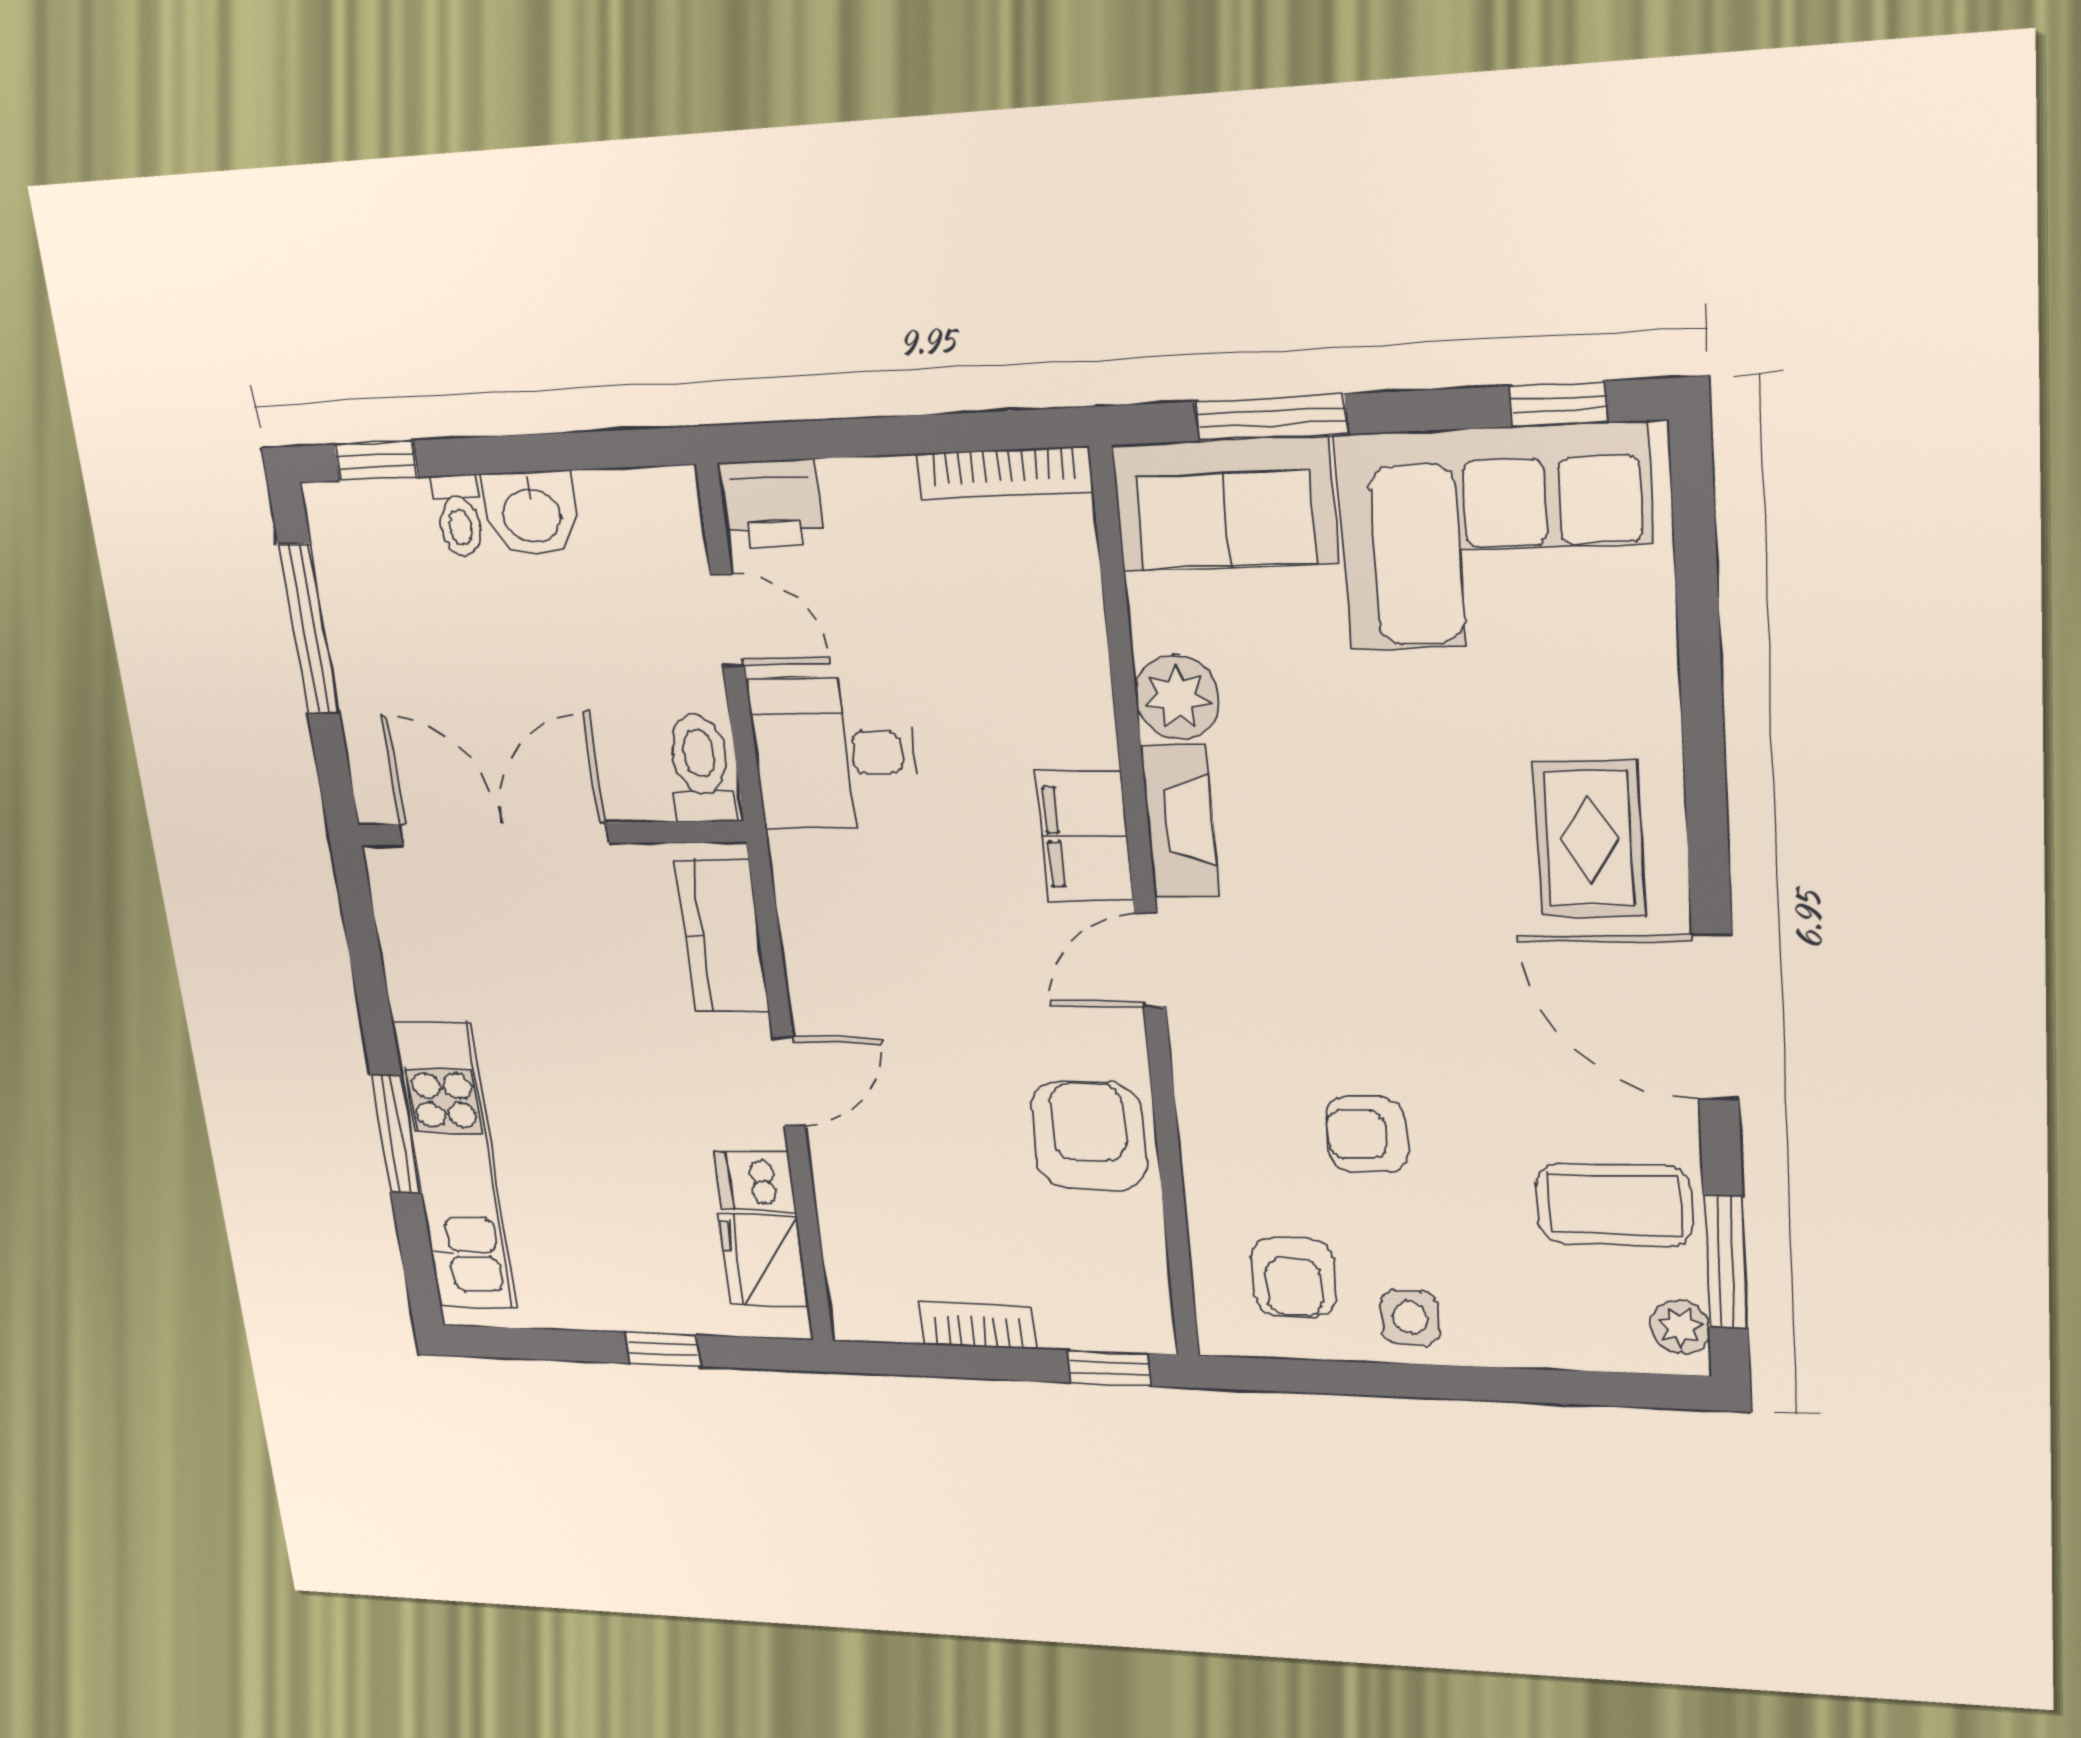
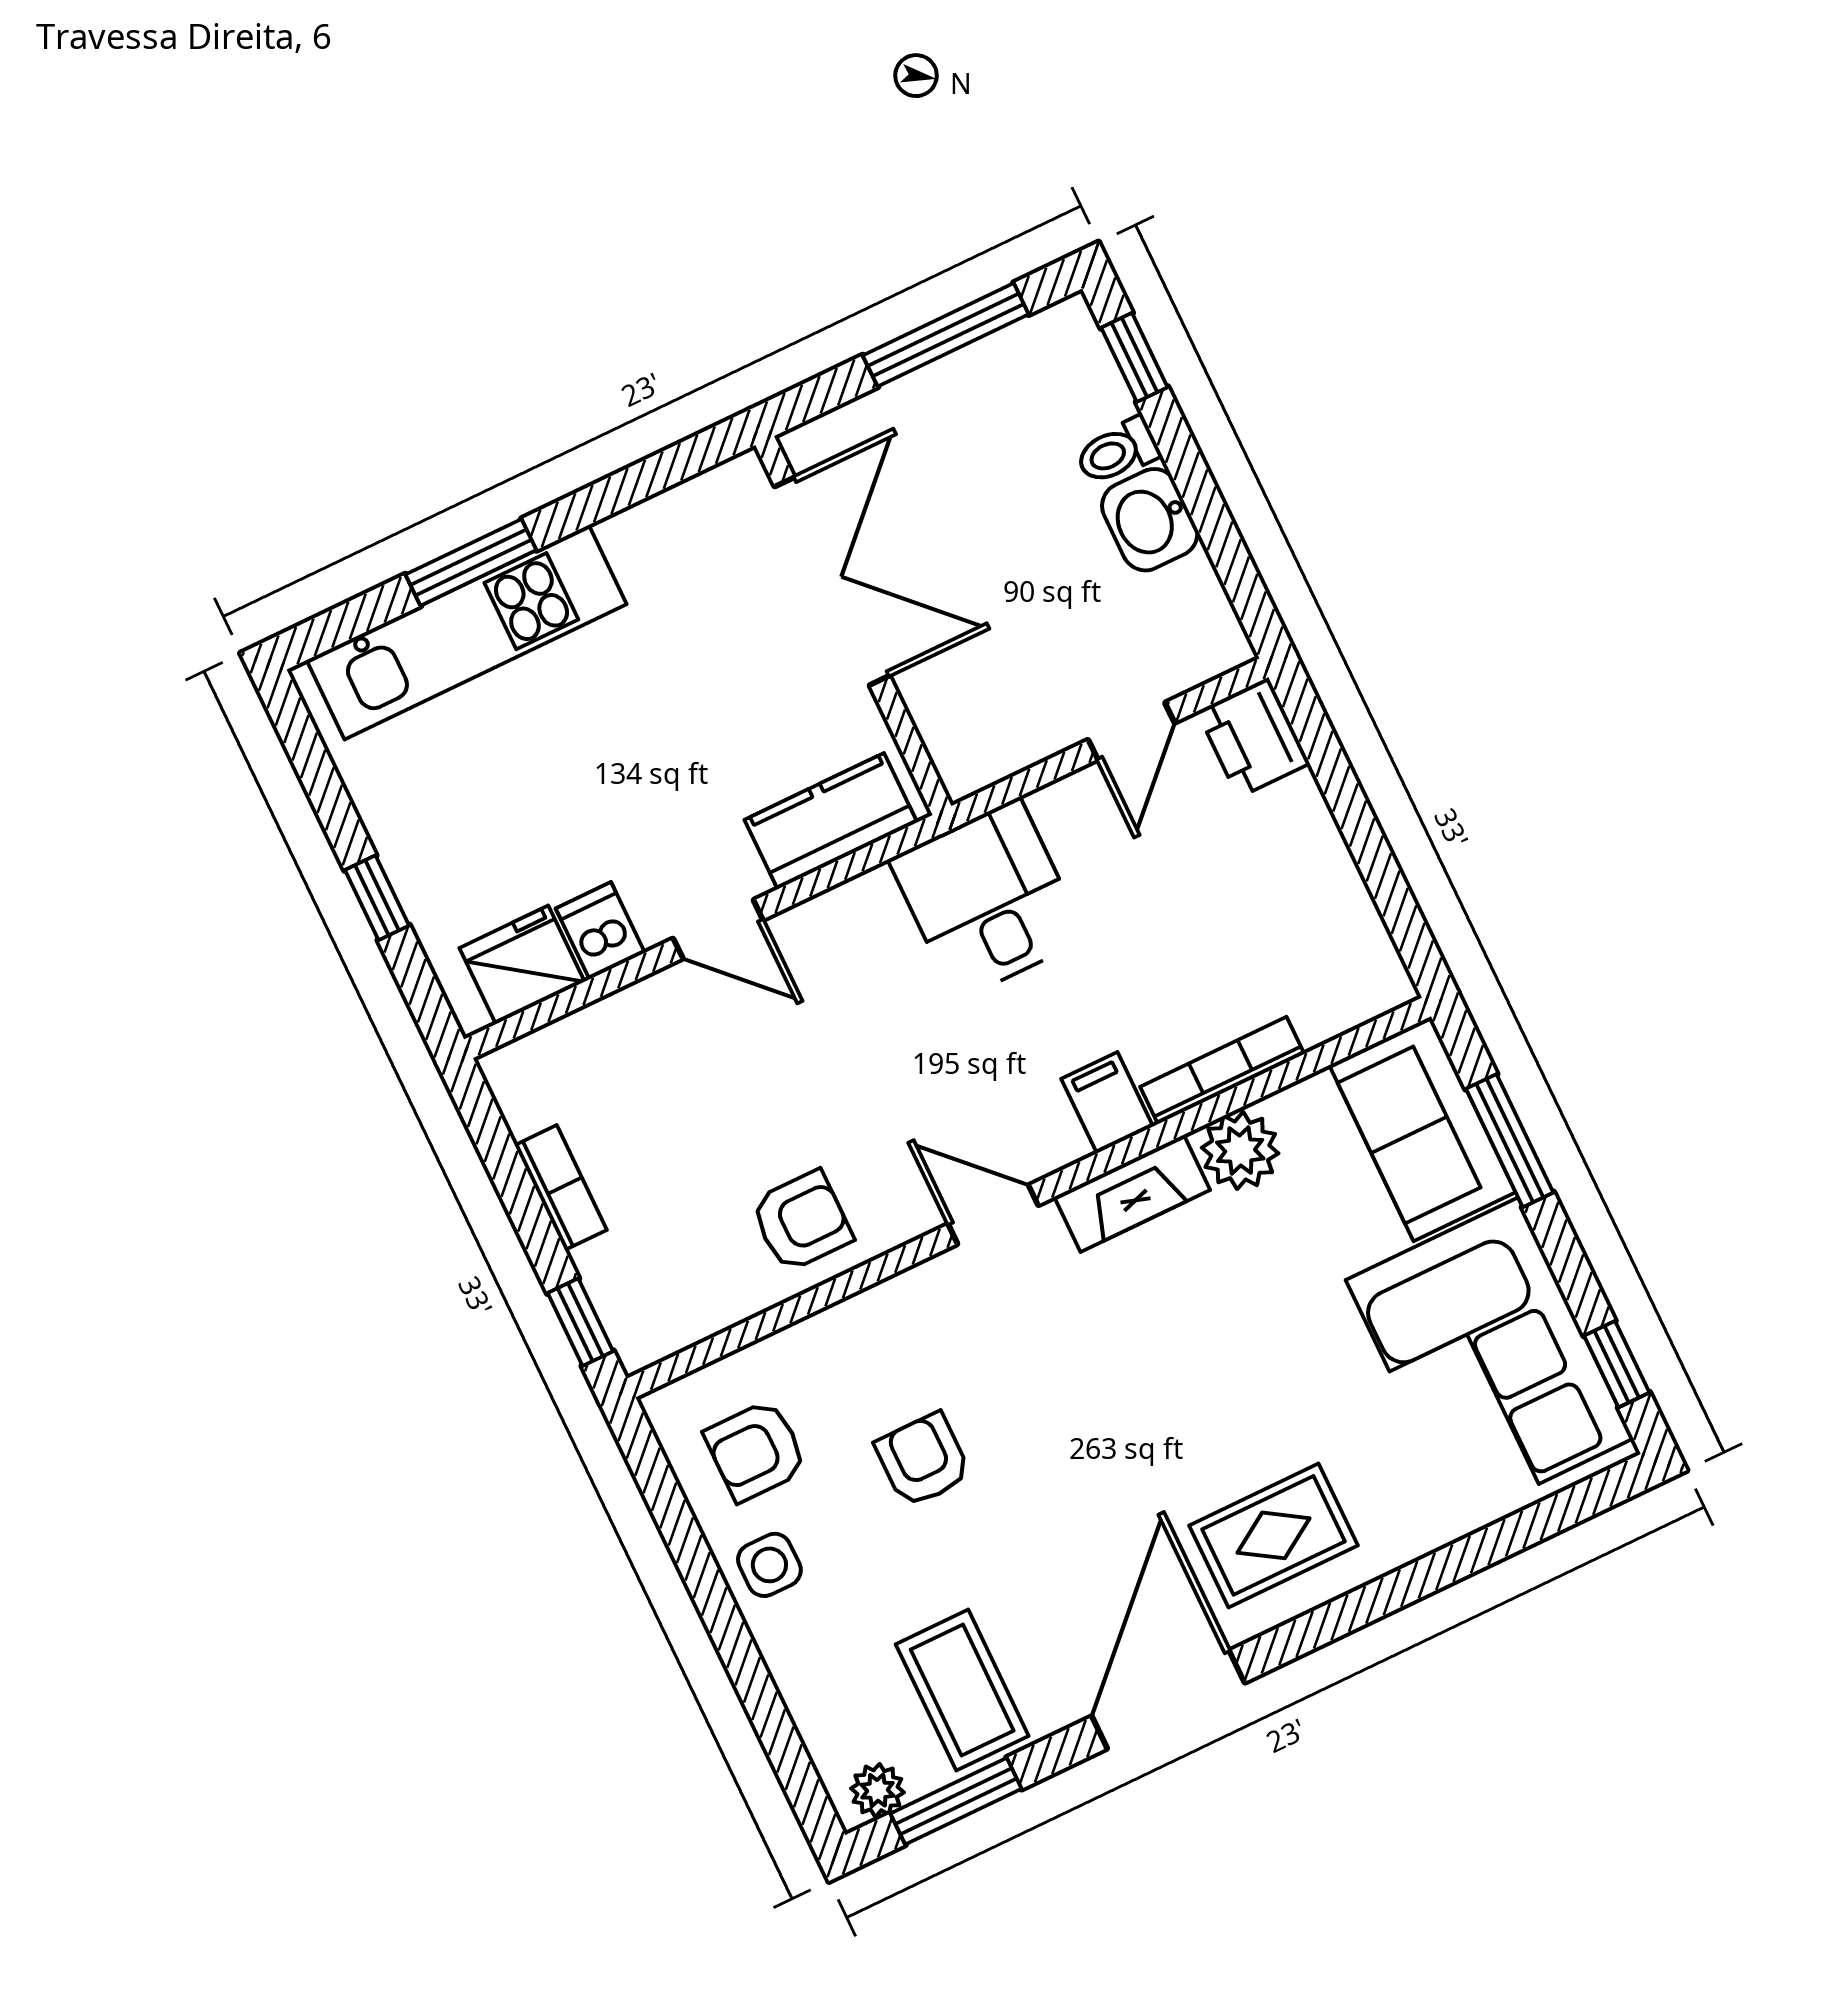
bookcase: (1004, 473) -> (1222, 1070), moved, turned 90
desk: (834, 753) -> (988, 899), moved
toilet: (701, 768) -> (983, 750), removed
filing cabinet: (1084, 837) -> (1107, 1103), width x0.50
armchair: (1089, 1135) -> (802, 1221), width x0.72, depth x0.72

